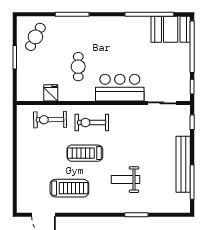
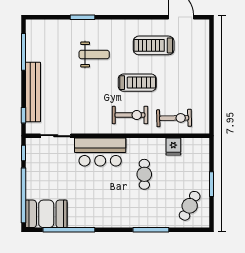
bench: (183, 164) -> (33, 92), moved

